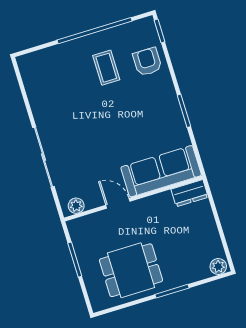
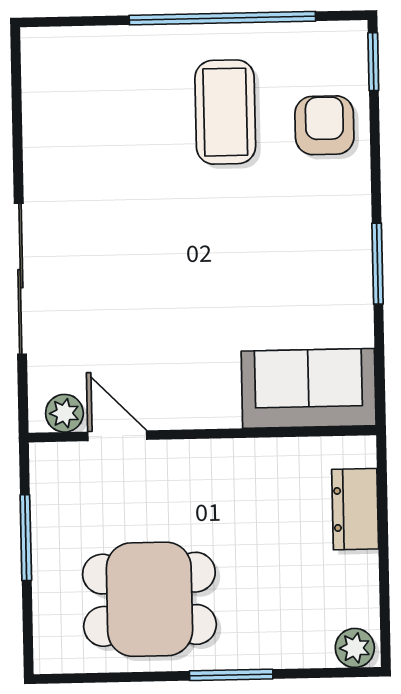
coffee table: (106, 68) -> (225, 112), width x1.36, depth x1.30
sofa: (161, 171) -> (309, 388), width x0.73
dresser: (190, 193) -> (355, 509), moved, turned 90
door: (118, 203) -> (117, 436), moved

